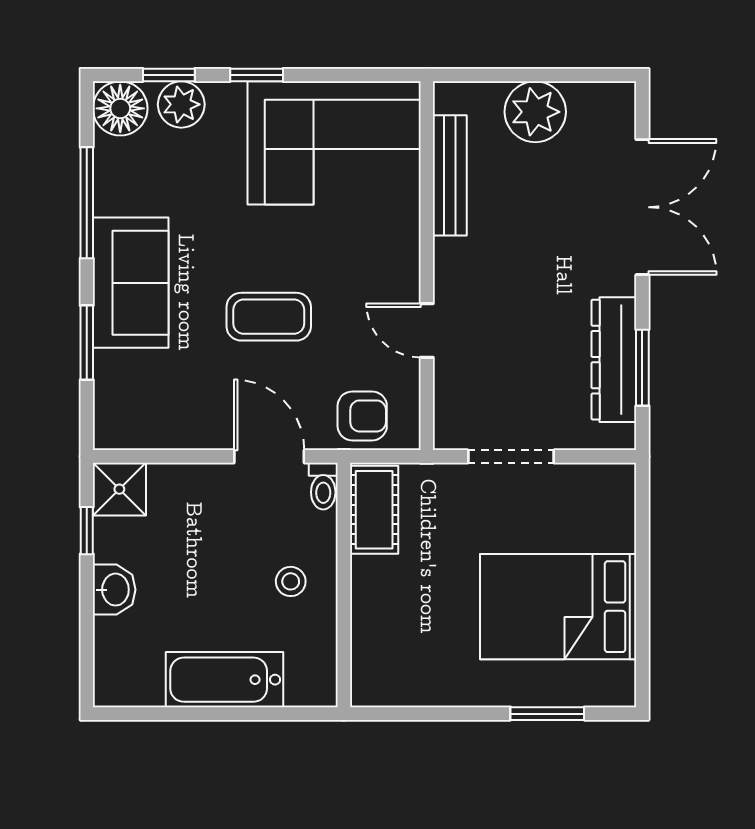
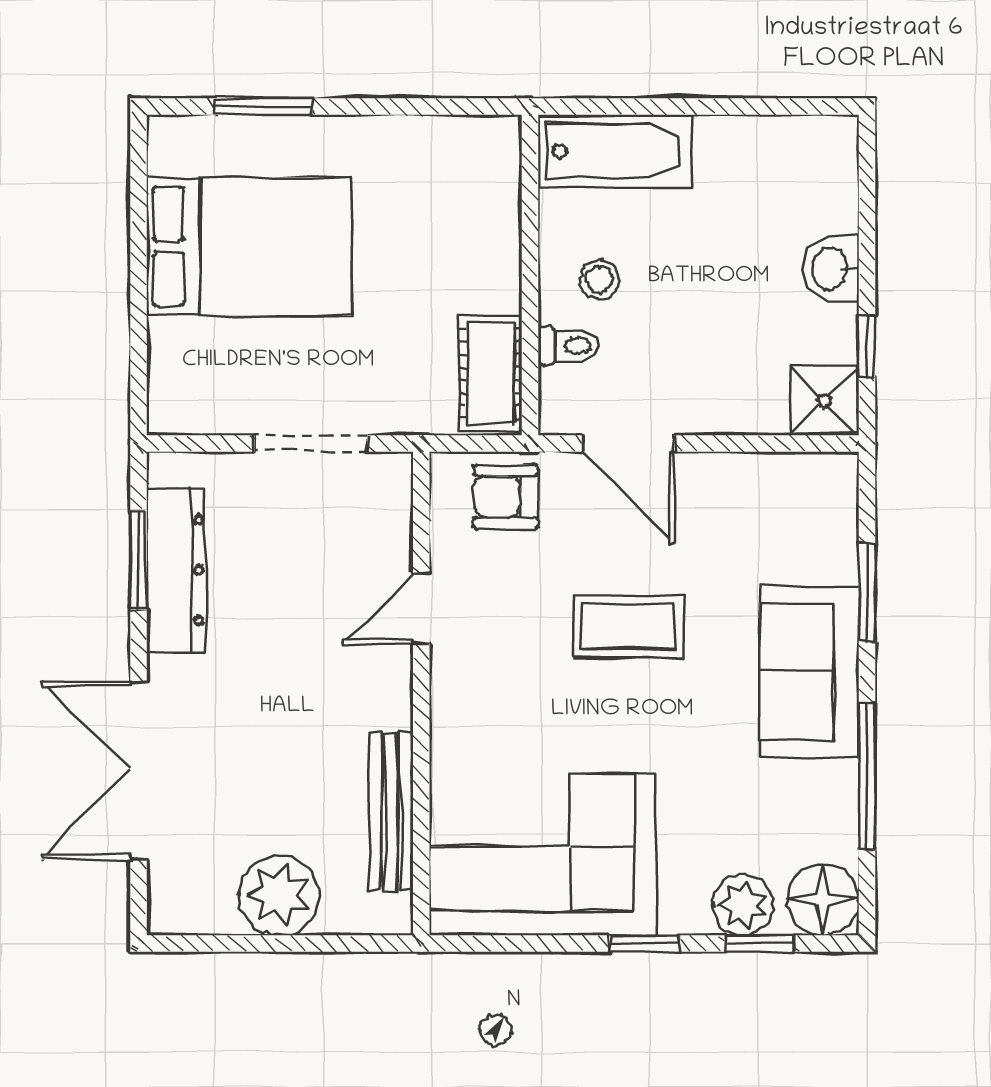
door: (427, 331) -> (421, 608), swing flipped
toilet: (323, 486) -> (569, 346), moved, turned 90
bathtub: (225, 680) -> (615, 151), moved

